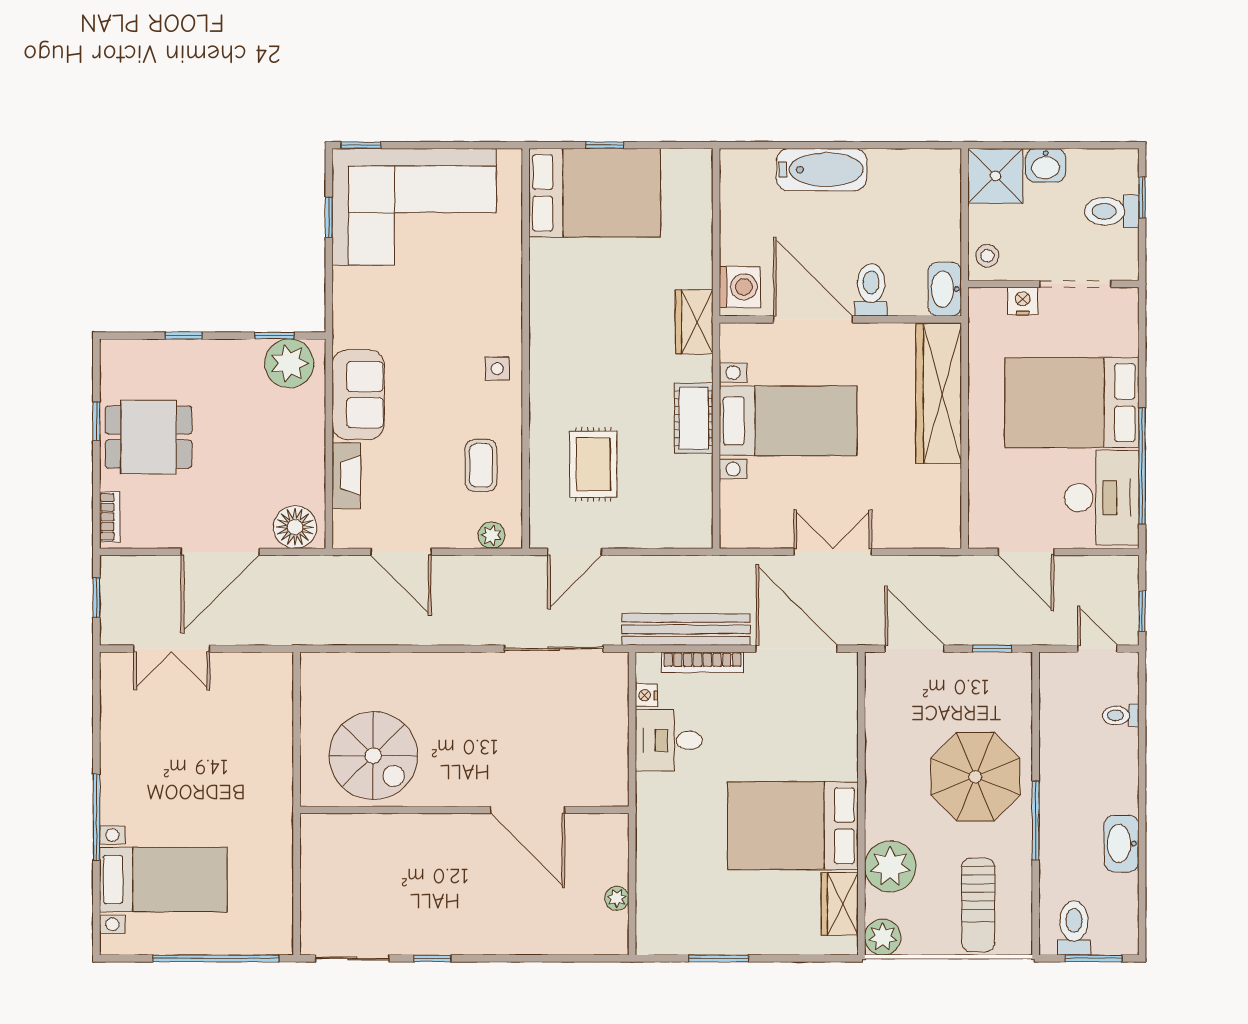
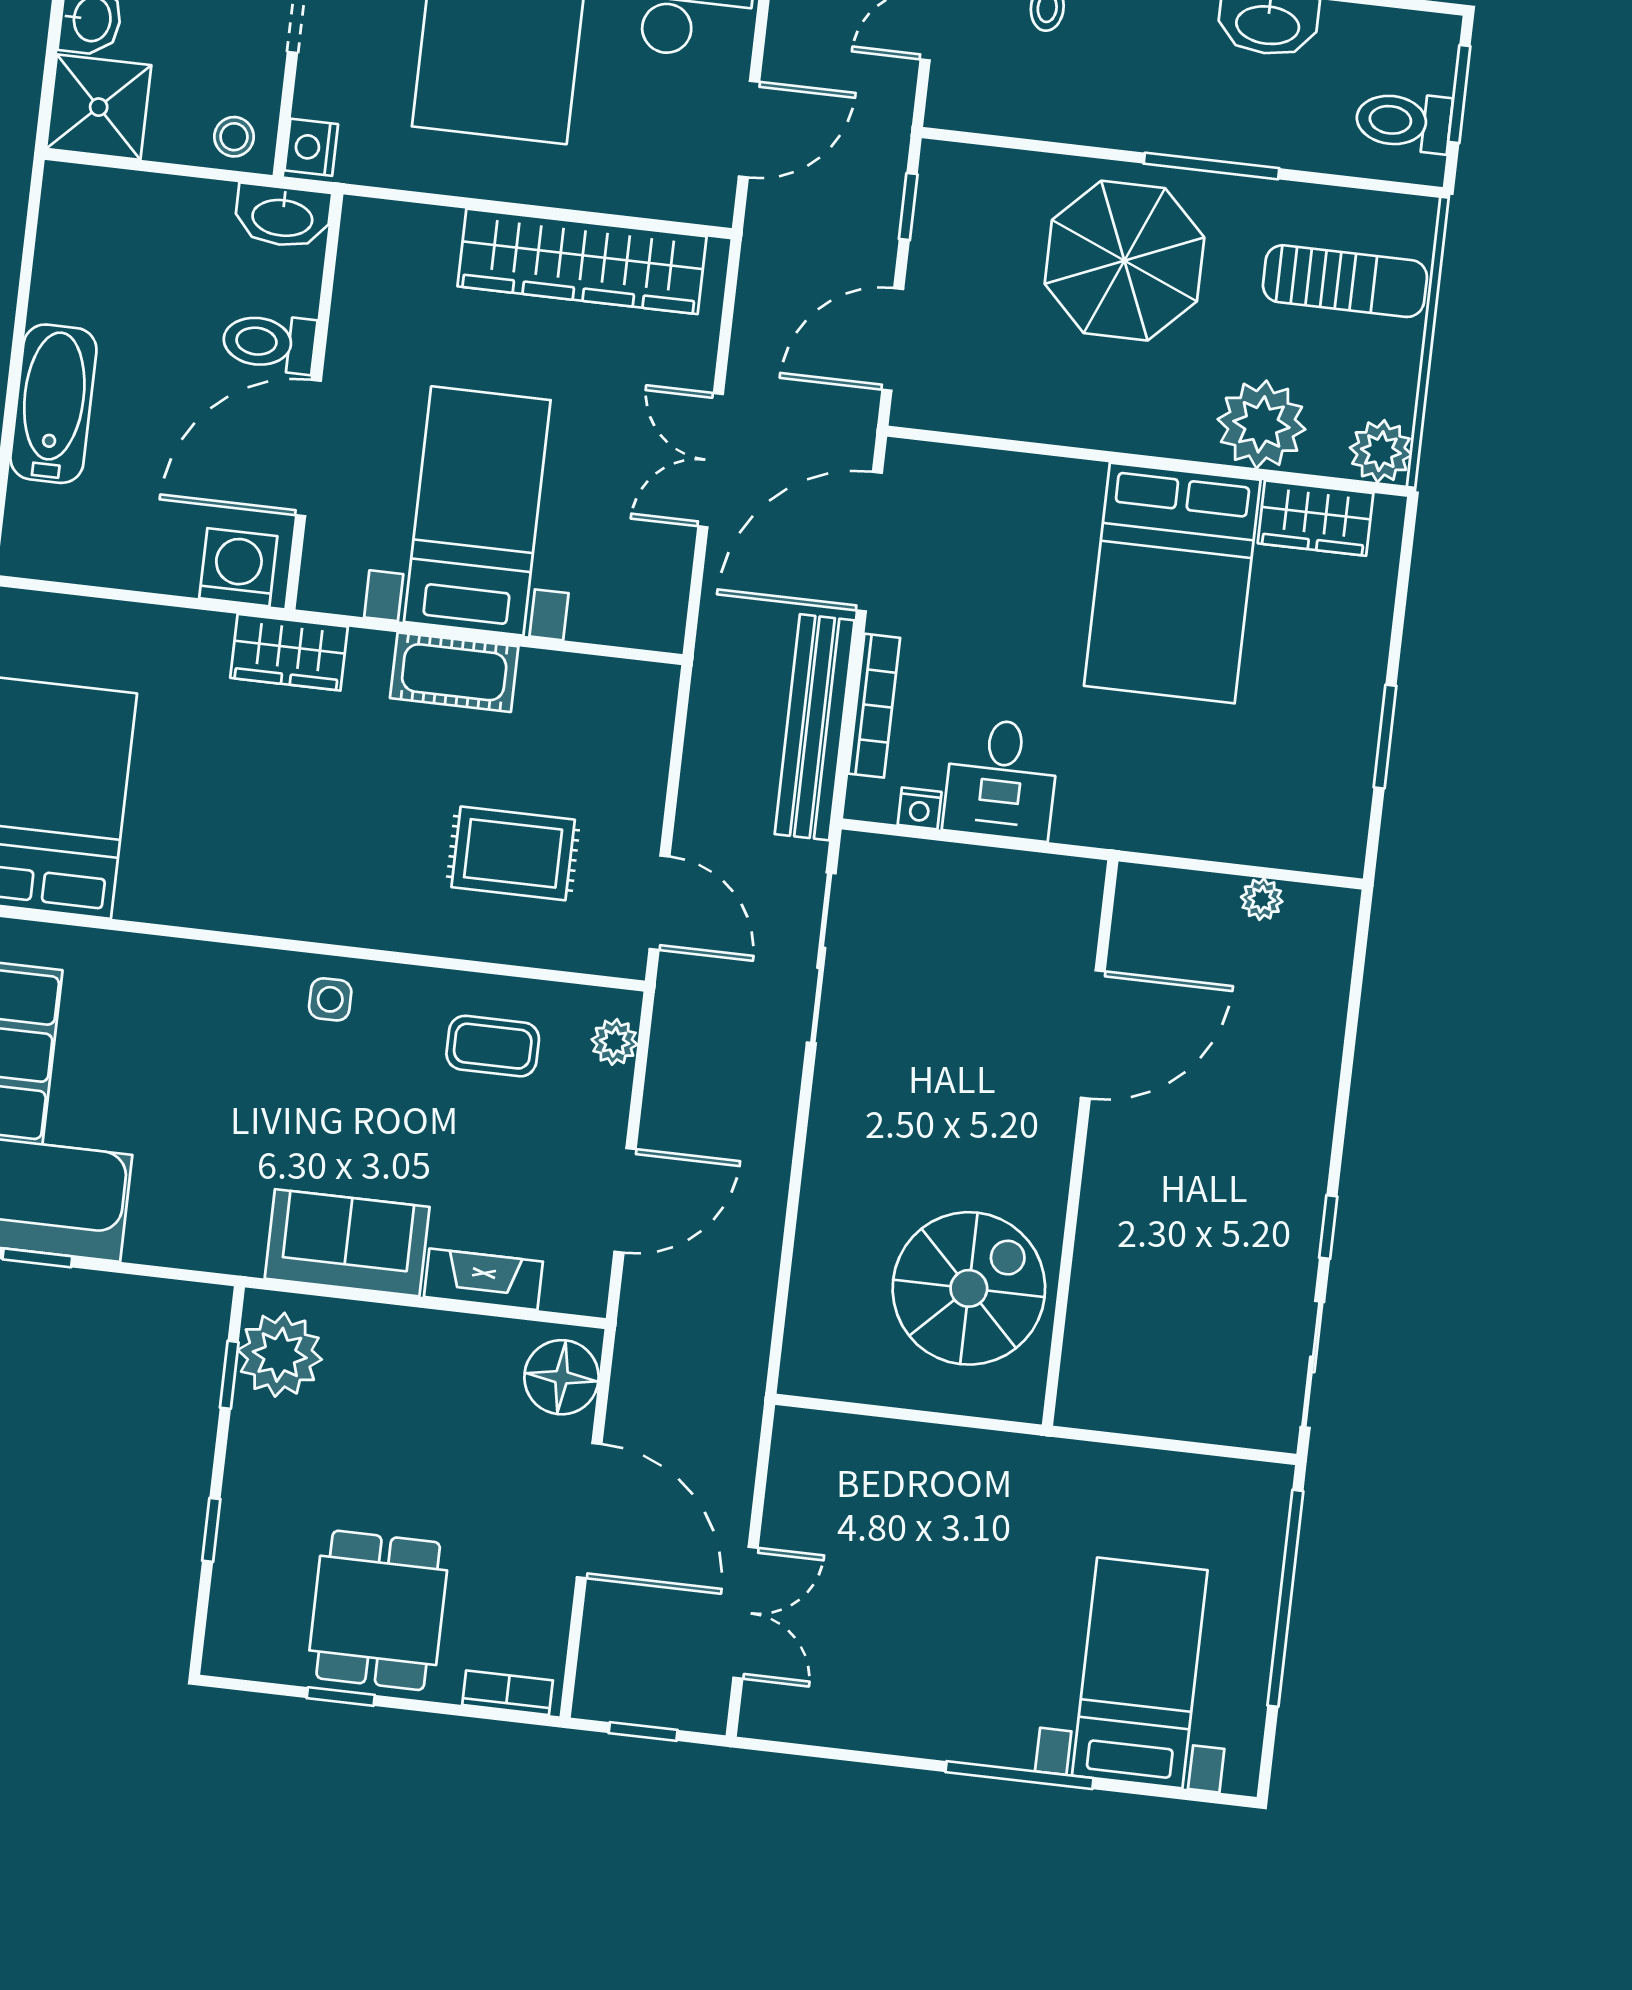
nightstand: (1023, 301) -> (311, 147), moved
wardrobe: (939, 394) -> (582, 261), moved

